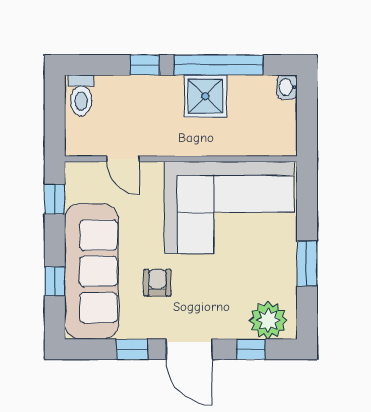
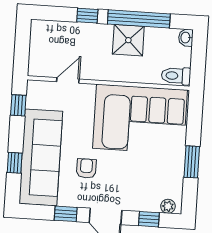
toilet: (81, 95) -> (176, 76), moved, turned 90
door: (123, 159) -> (68, 80), swing flipped
plant: (268, 320) -> (168, 206), width x0.53, depth x0.53

